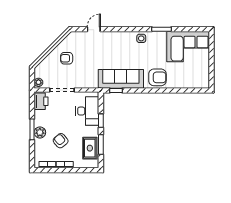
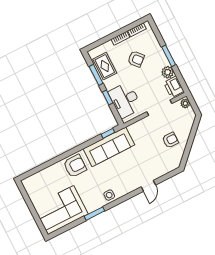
door: (94, 29) -> (148, 186), moved
armchair: (157, 77) -> (75, 166), turned 180
plant: (40, 132) -> (168, 72), moved

